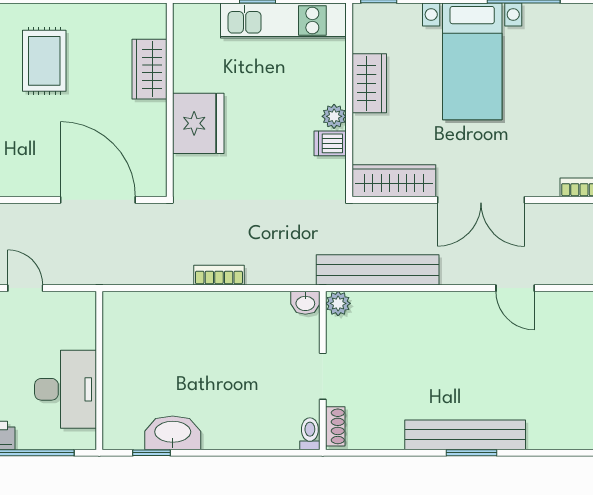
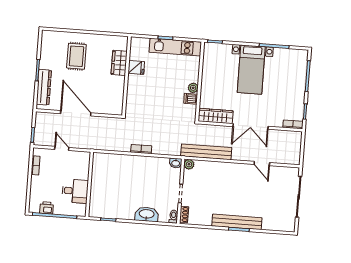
wardrobe: (369, 83) -> (208, 75), removed
fridge: (198, 123) -> (136, 67), moved, width x0.53, depth x0.75
door: (98, 200) -> (76, 113), moved
desk: (65, 389) -> (75, 191), width x0.73
washbasin: (173, 433) -> (147, 214), moved

